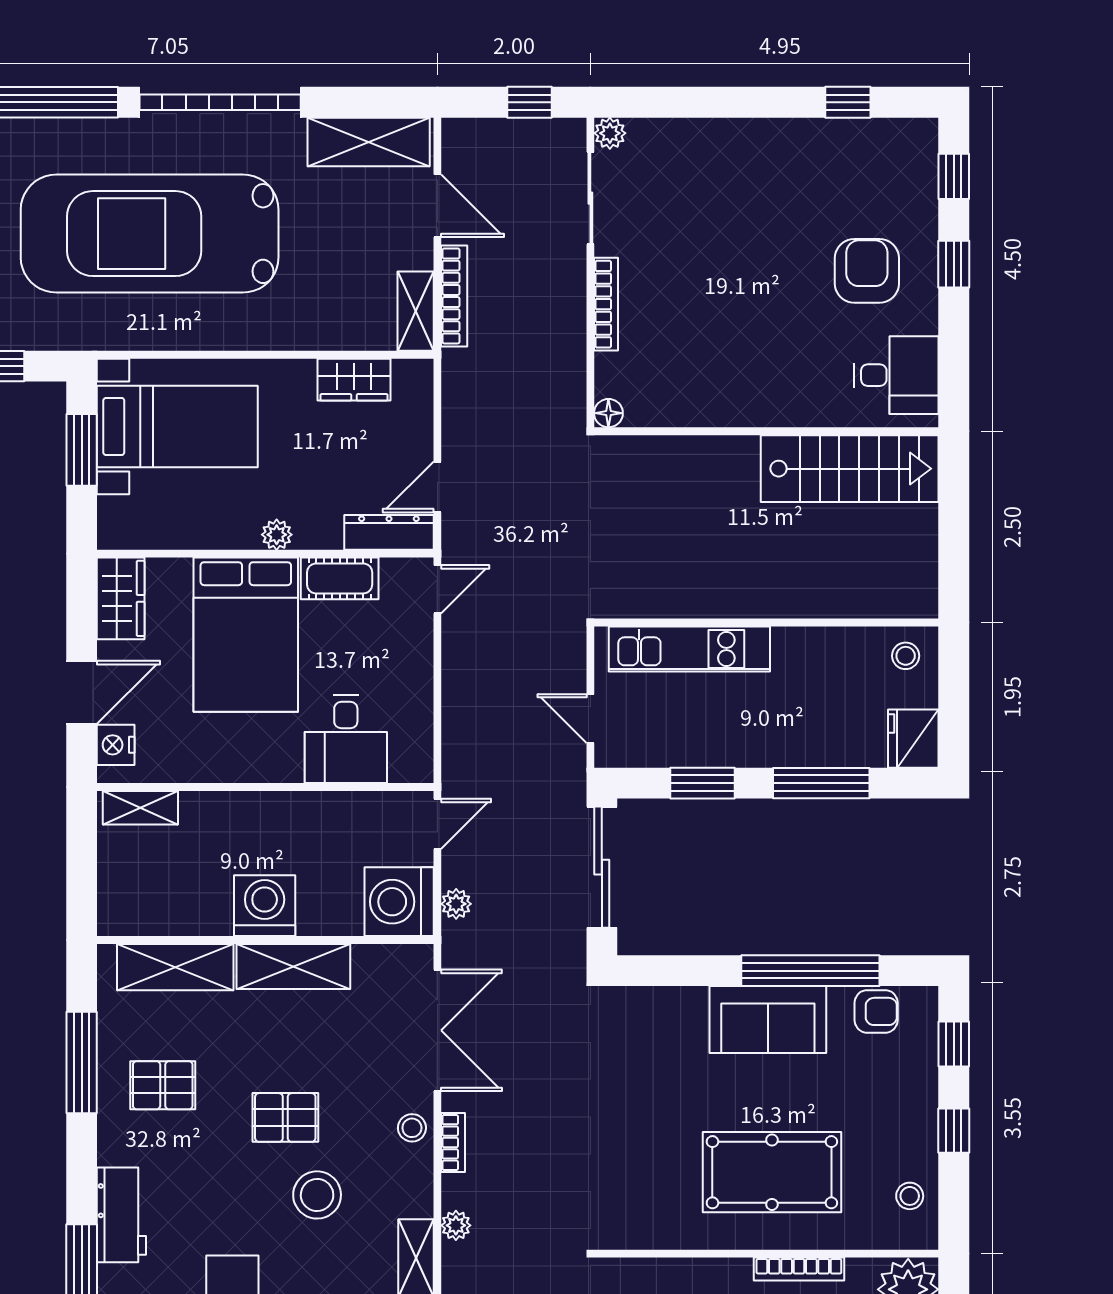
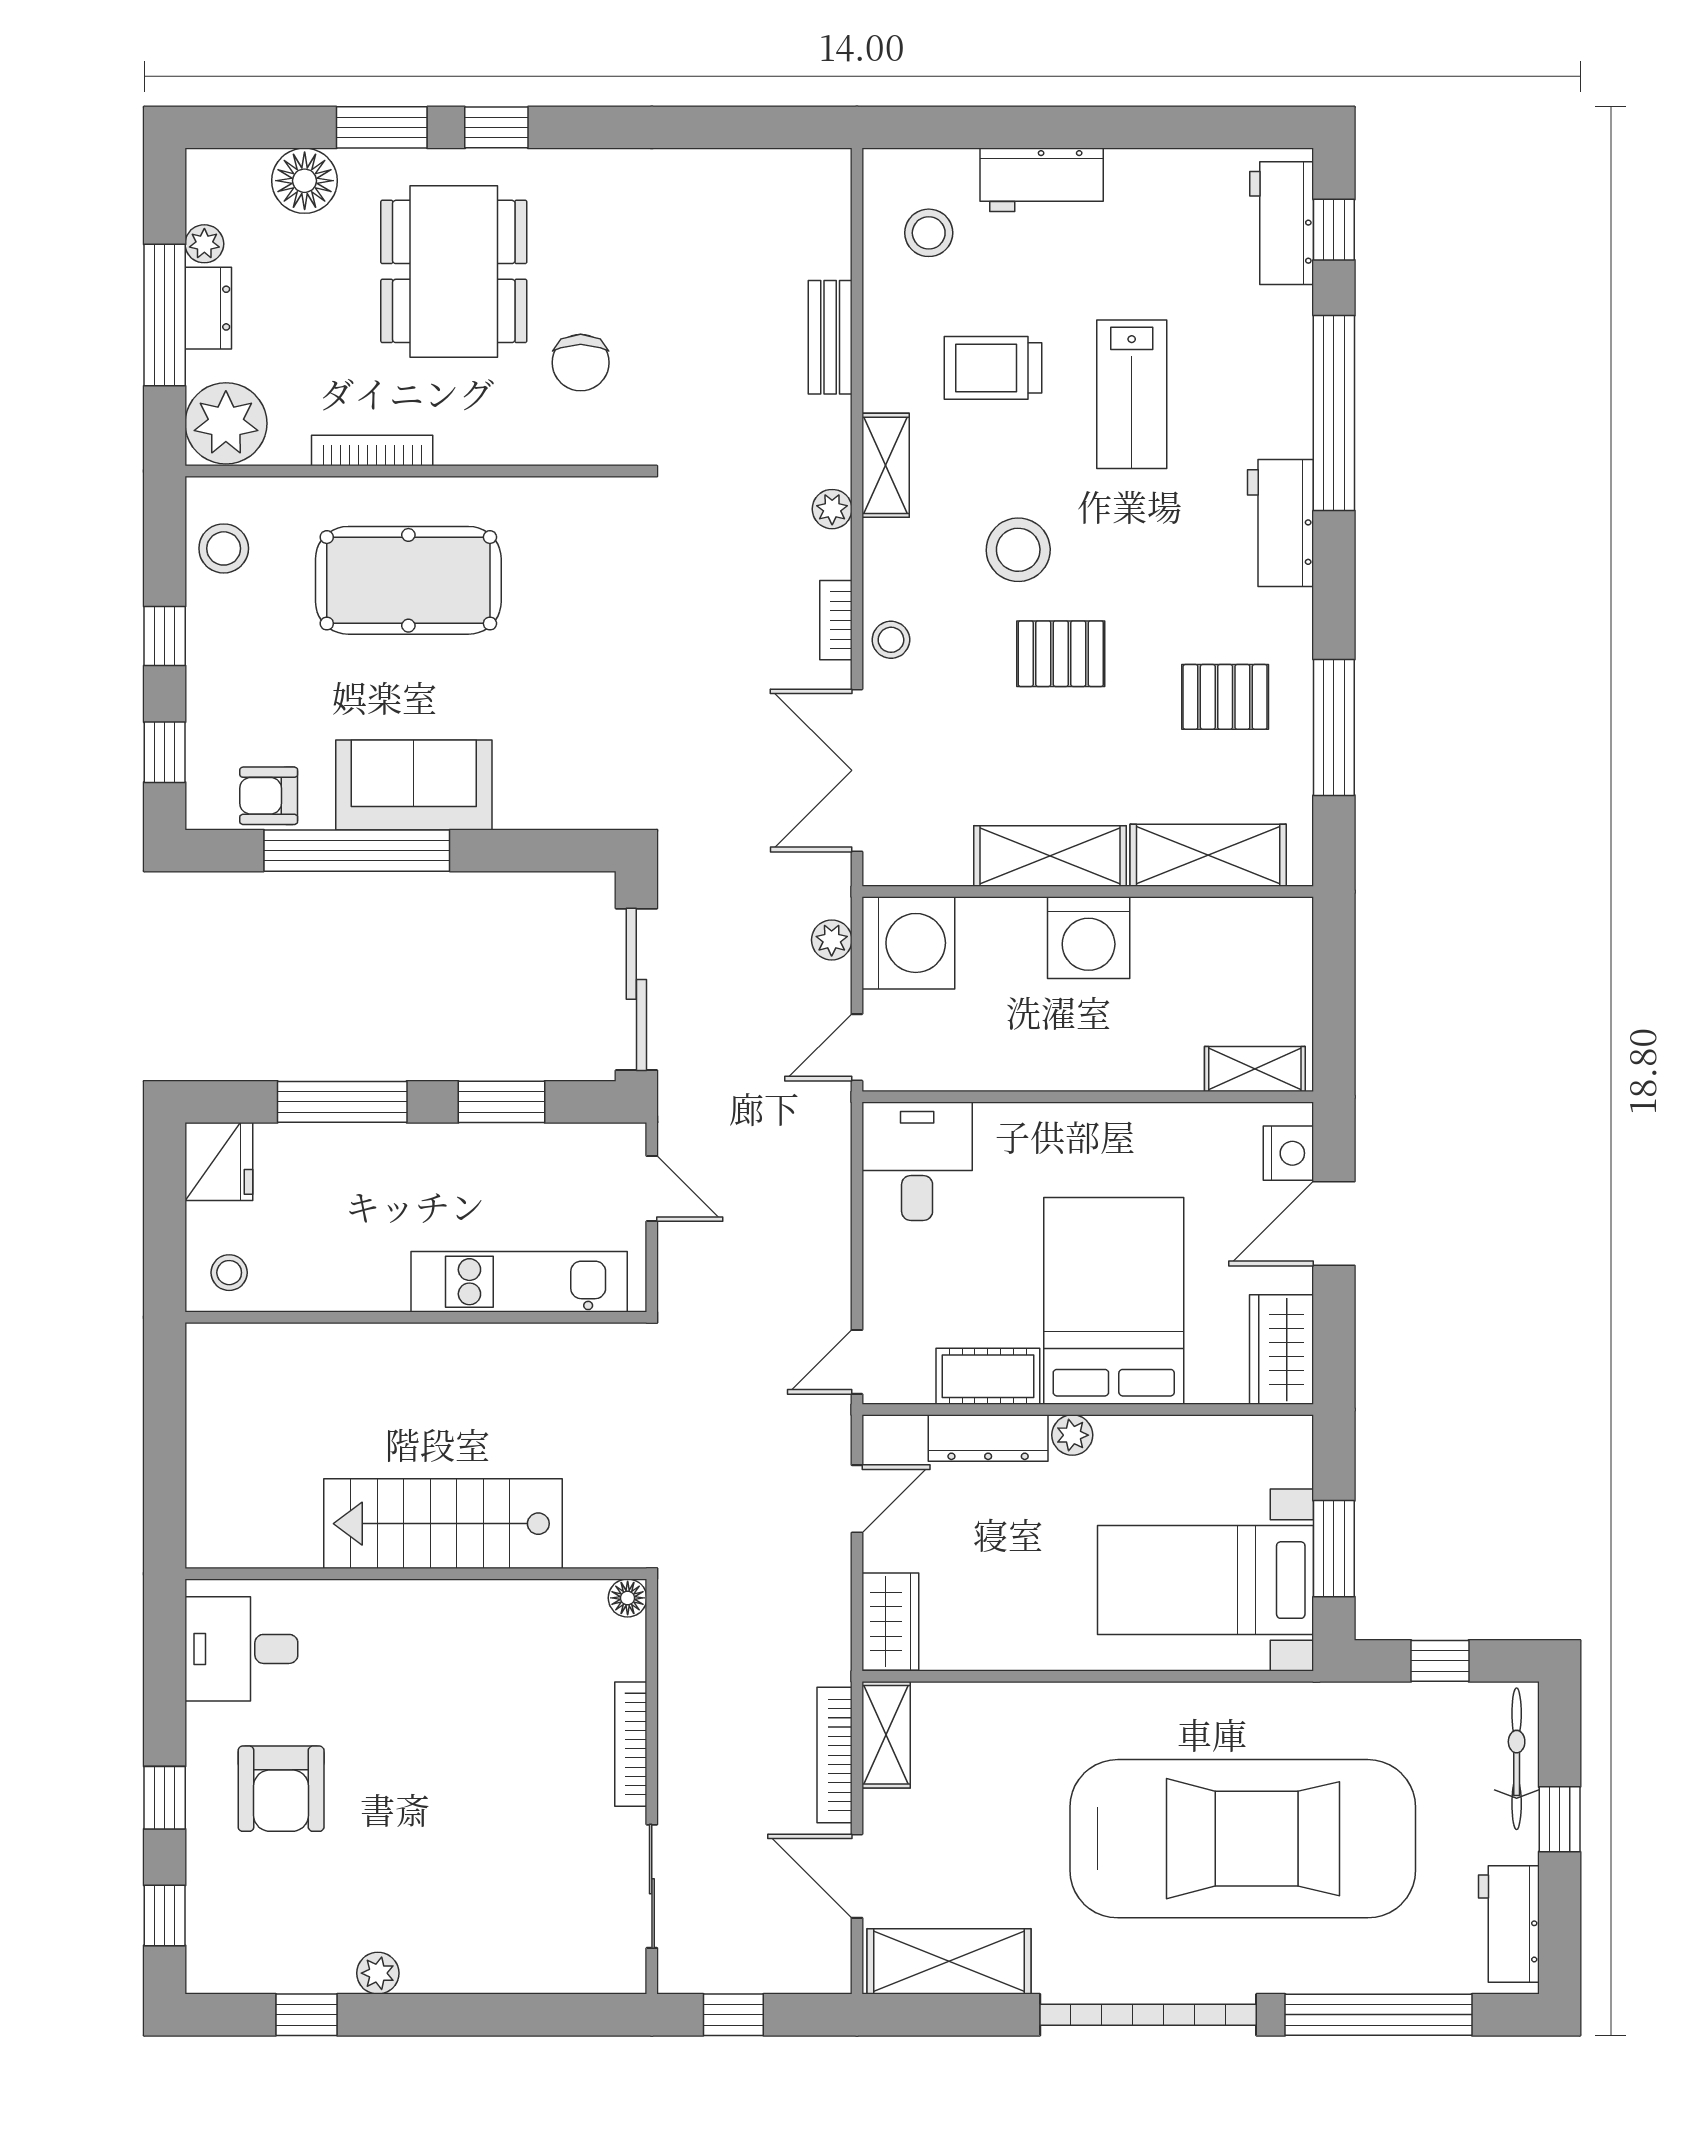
plant: (610, 133) -> (378, 1973), moved
wardrobe: (354, 380) -> (890, 1622), moved, turned 90
stairs: (850, 469) -> (443, 1524), moved
dresser: (389, 532) -> (988, 1438), moved
desk: (346, 739) -> (917, 1161), moved
stool: (910, 1196) -> (224, 548), width x1.37, depth x1.37

